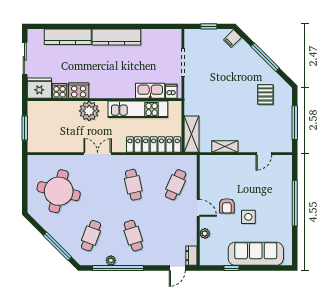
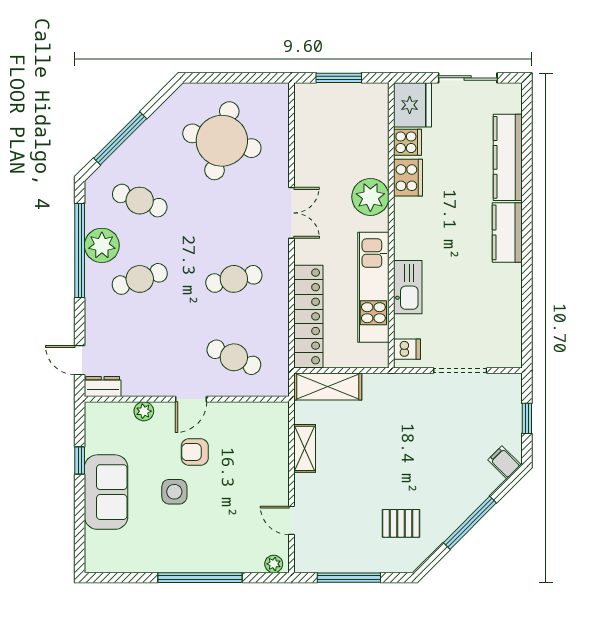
kitchen counter: (116, 37) -> (507, 232), width x0.67
kitchen sink: (150, 91) -> (408, 287), moved
plant: (287, 163) -> (274, 564), added
sofa: (256, 254) -> (106, 492), width x0.73
plant: (111, 260) -> (102, 245), width x1.88, depth x1.88

